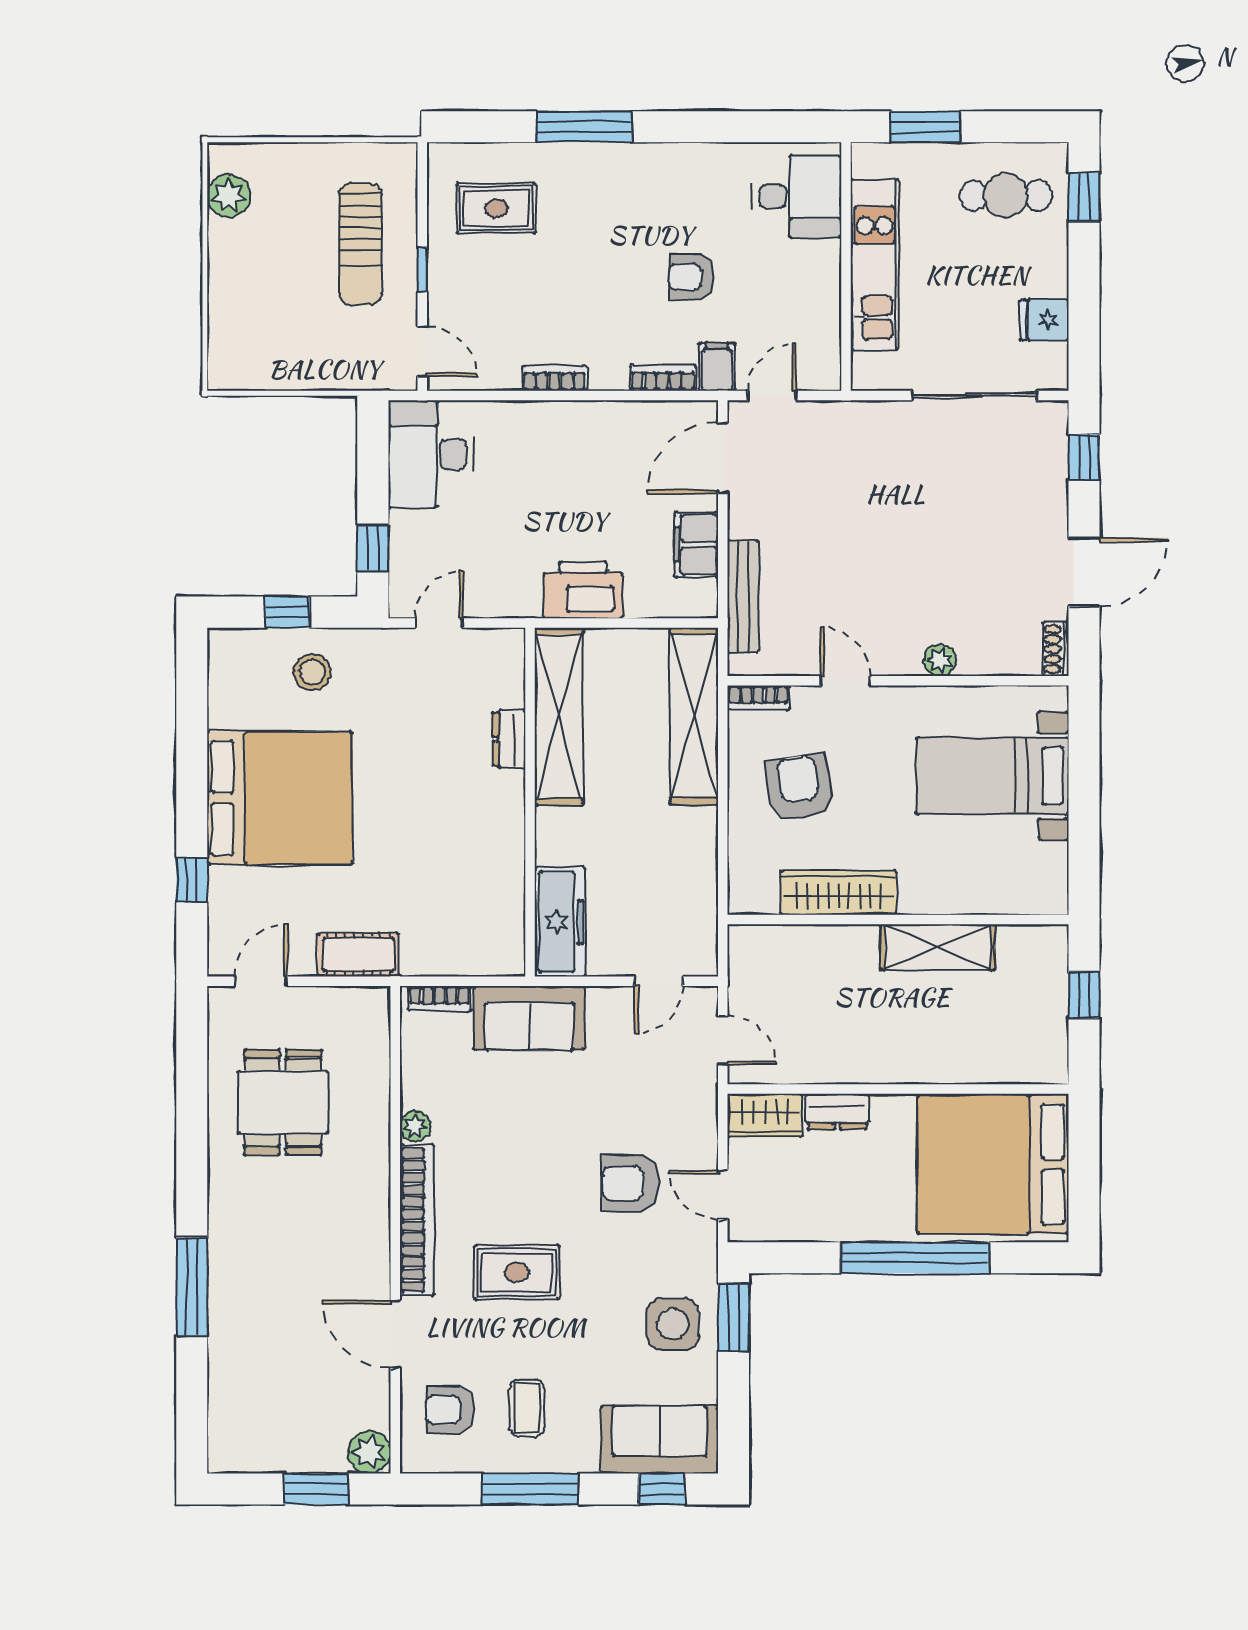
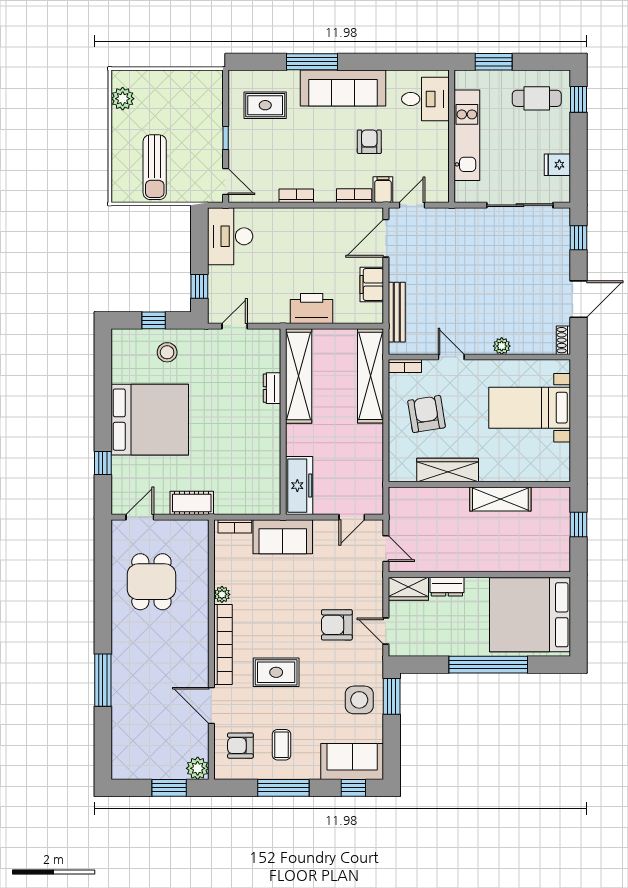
sofa: (642, 176) -> (343, 88), added
sun lounger: (360, 244) -> (155, 167), moved
armchair: (692, 277) -> (369, 142), turned 90

